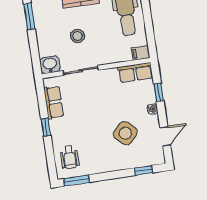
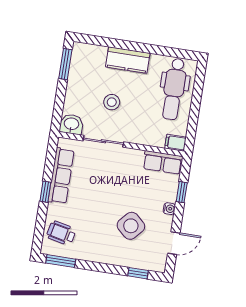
row of seats: (54, 102) -> (61, 176), width x1.48
wheelchair: (70, 157) -> (61, 233), turned 102

